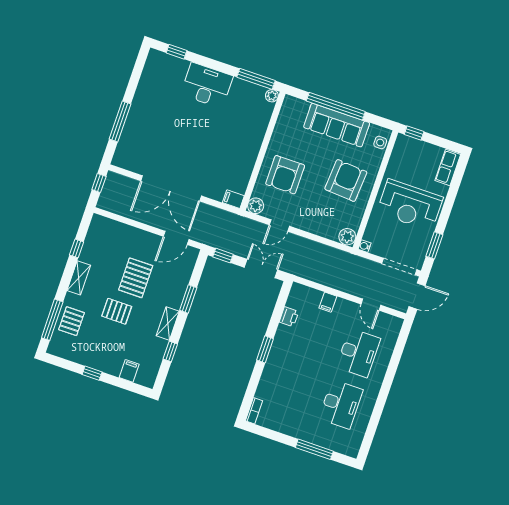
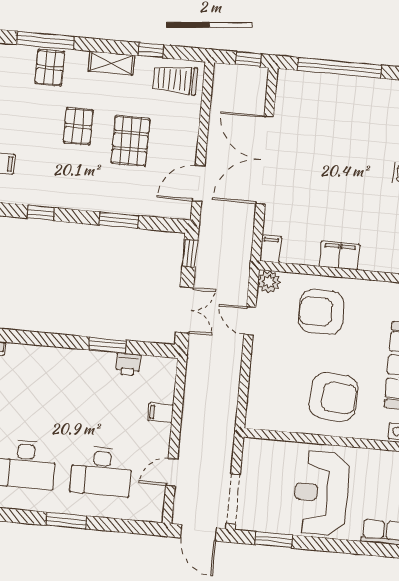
window: (120, 122) -> (339, 68), width x1.46
filing cabinet: (249, 153) -> (339, 255), added
trolley: (101, 237) -> (175, 80), added
plant: (347, 237) -> (257, 418), removed
door: (176, 238) -> (198, 183), hinge flipped
water cooler: (365, 246) -> (250, 444), removed
pallet: (136, 278) -> (130, 141), turned 90
pallet: (72, 321) -> (50, 68), turned 90
shelving: (168, 323) -> (78, 200), removed
window: (265, 349) -> (107, 345), moved
window: (386, 385) -> (66, 521), added

